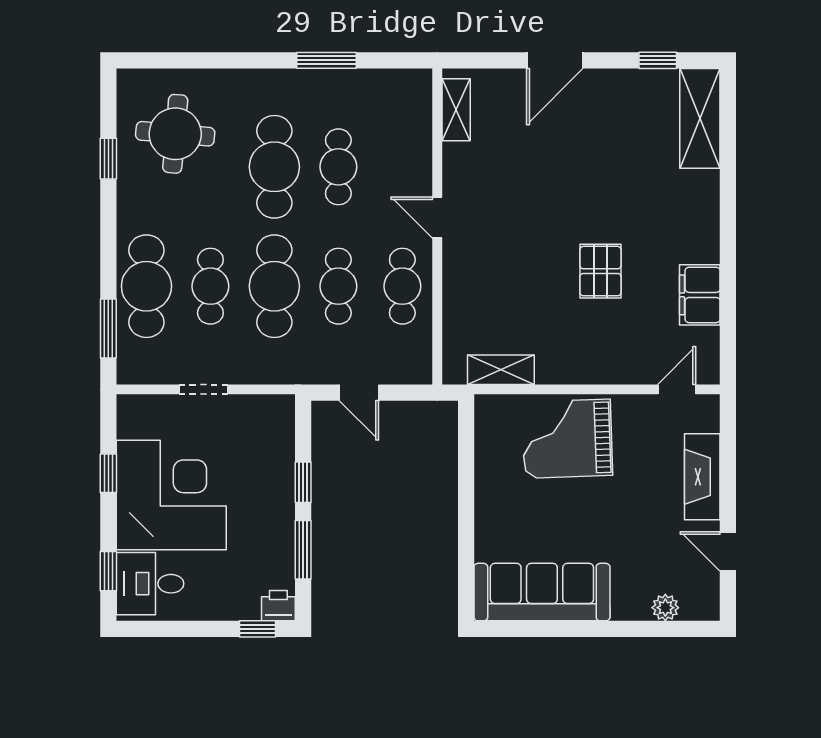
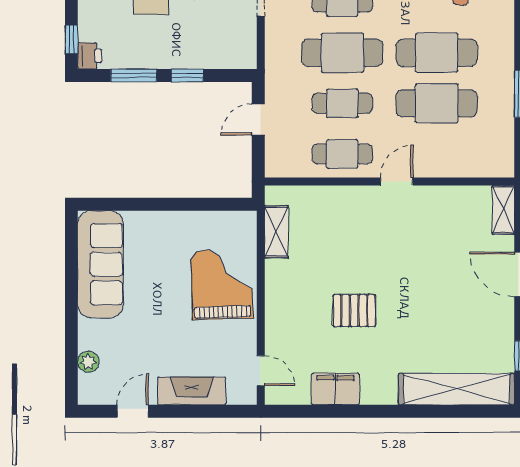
shelving: (456, 110) -> (503, 210), moved, turned 90
shelving: (700, 118) -> (457, 389), width x1.47
cafe table: (338, 167) -> (437, 103), width x1.37, depth x1.35

